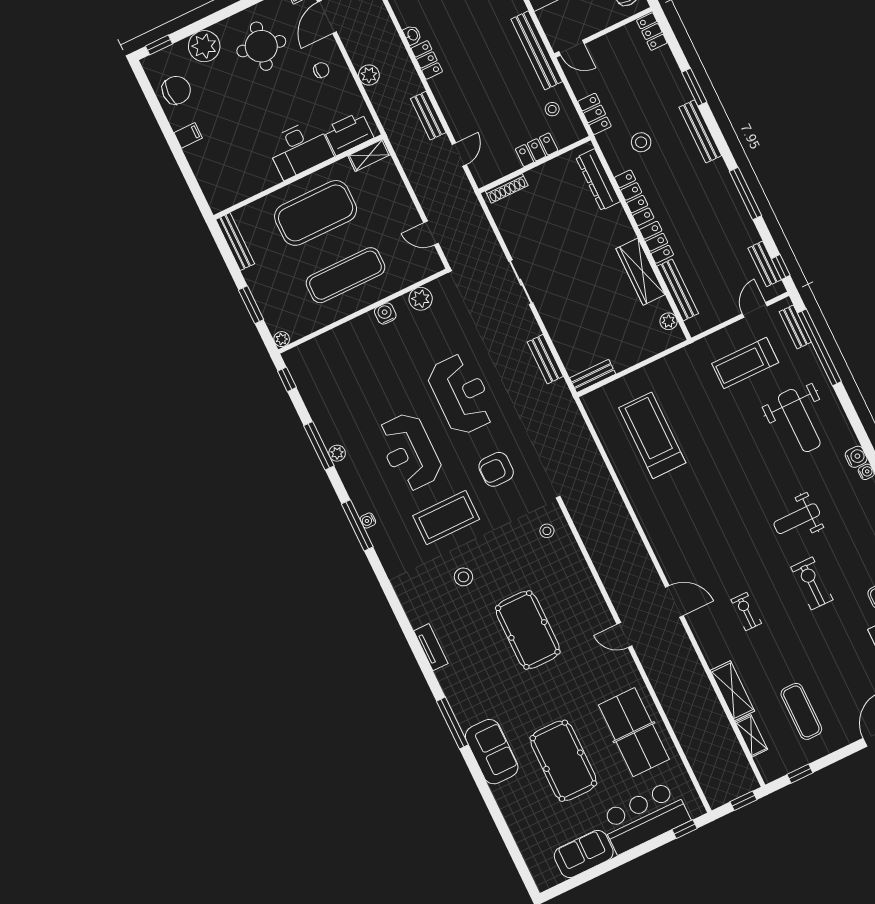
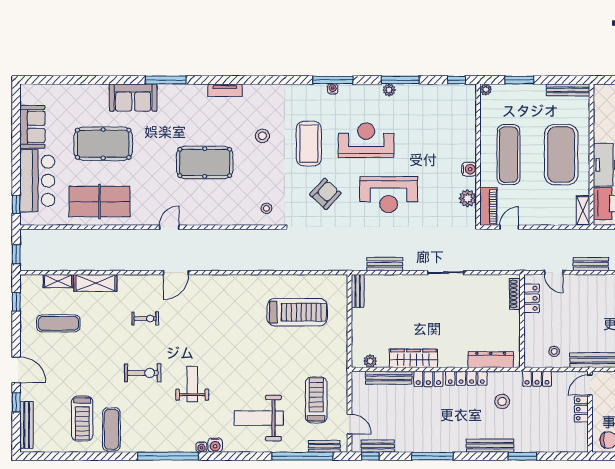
locker: (652, 32) -> (581, 409), moved, turned -90
locker: (537, 150) -> (532, 298), moved
piano: (418, 269) -> (488, 206), added
armchair: (496, 469) -> (325, 194), turned 43

